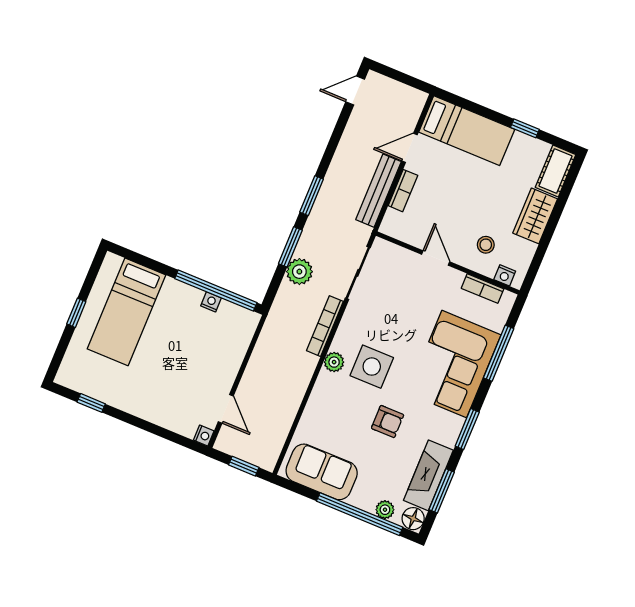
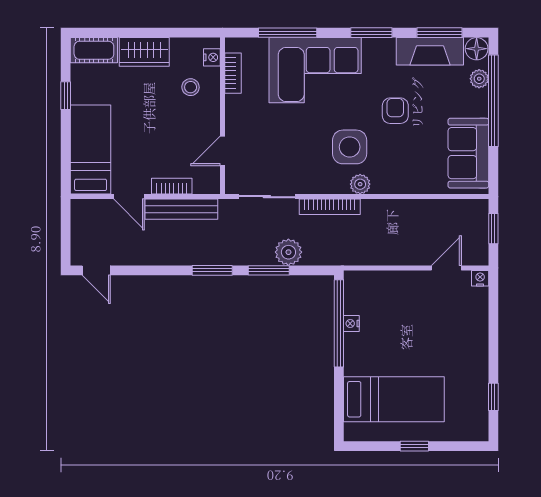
door: (436, 258) -> (223, 151), moved

